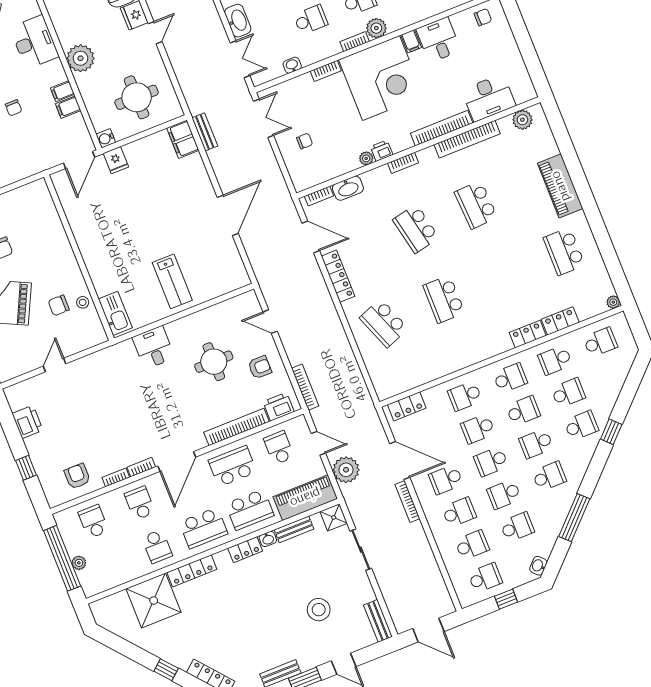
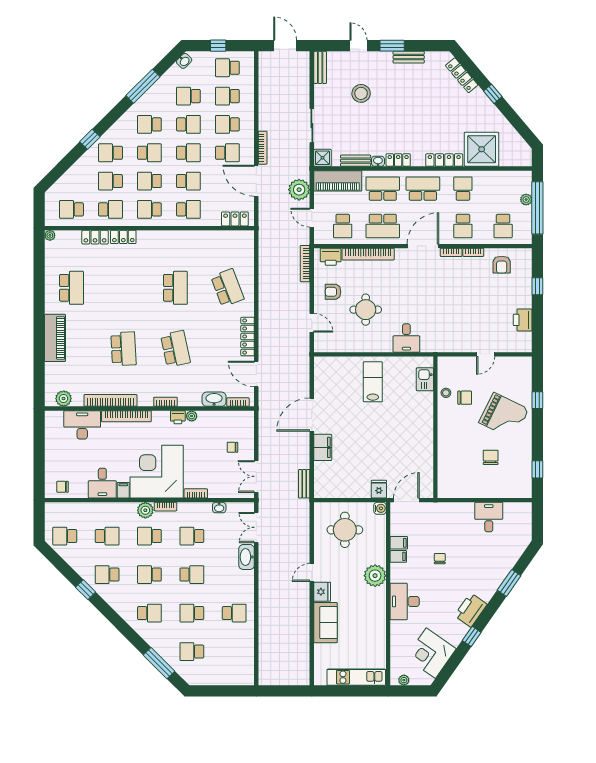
filing cabinet: (183, 139) -> (323, 447), moved
kitchen sink: (115, 313) -> (425, 379), width x0.73

